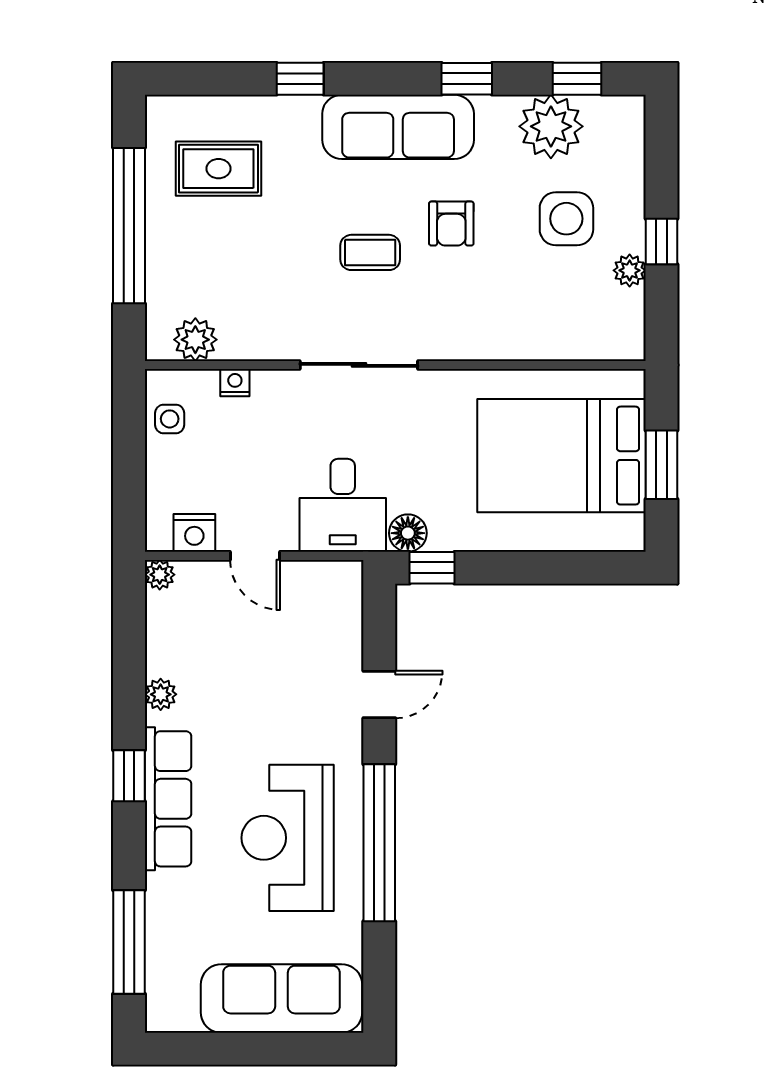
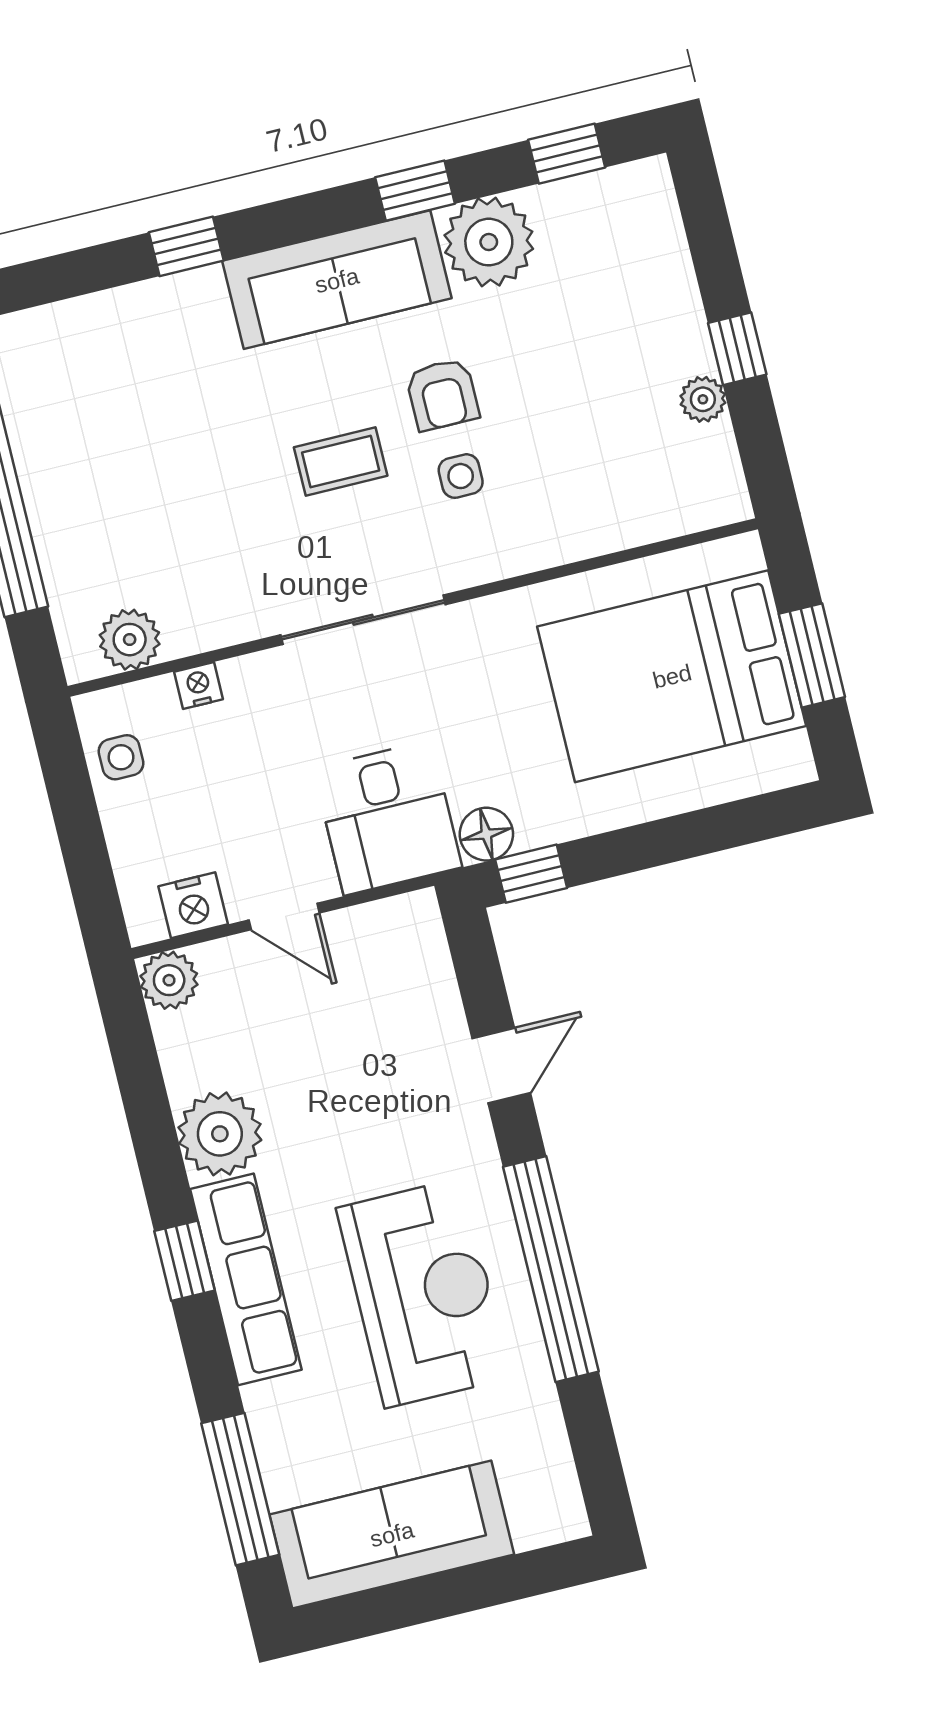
plant: (551, 126) -> (489, 242), moved
rug: (218, 169) -> (104, 397), removed
side table: (566, 219) -> (461, 476), moved, width x0.54, depth x0.54
plant: (160, 575) -> (169, 980), width x1.38, depth x1.38
plant: (161, 694) -> (220, 1134), width x1.88, depth x1.88
reception desk: (288, 838) -> (423, 1293), turned 180
sofa: (281, 998) -> (392, 1534), moved

